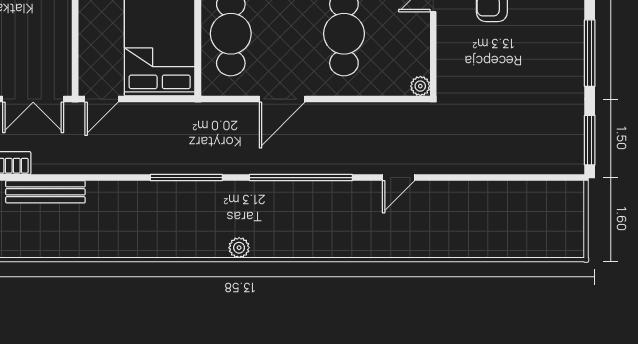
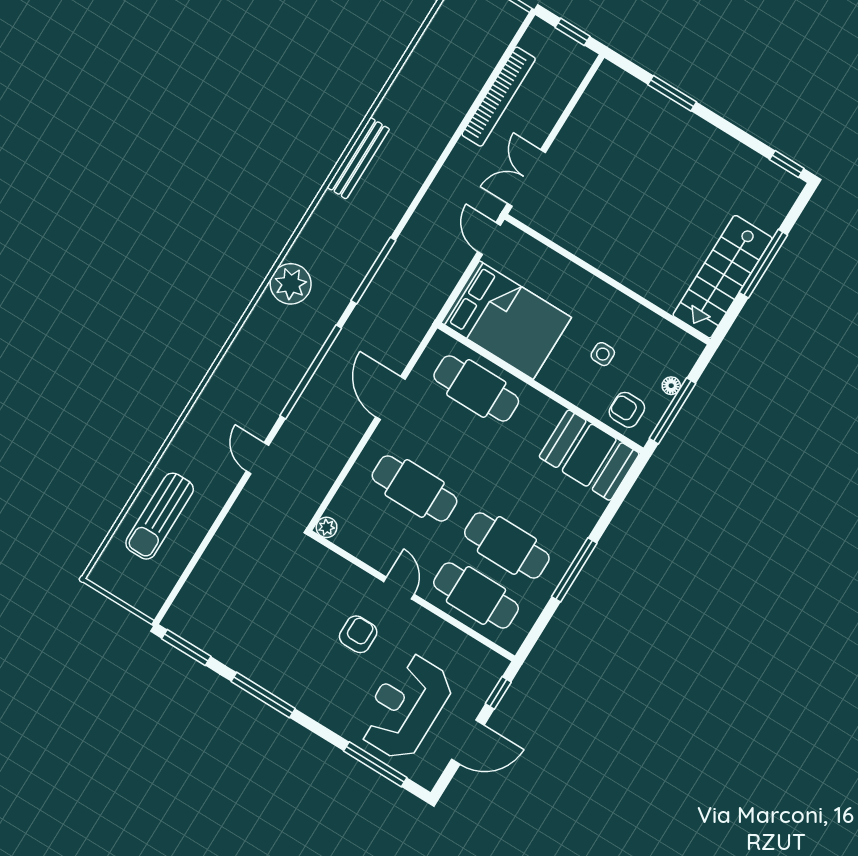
bench: (45, 192) -> (358, 158), moved
sun lounger: (495, 228) -> (160, 516), added
plant: (239, 248) -> (291, 284), width x1.88, depth x1.88

